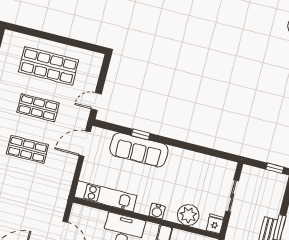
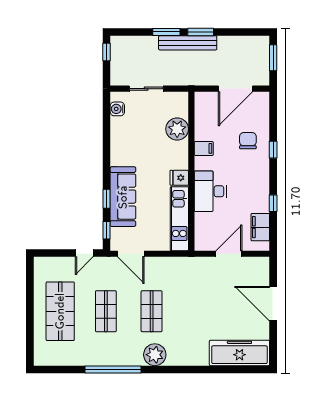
door: (96, 101) -> (84, 253), hinge flipped
window: (112, 127) -> (107, 230), added
water cooler: (157, 211) -> (117, 109), moved, turned 180
fridge: (215, 224) -> (179, 178), moved

